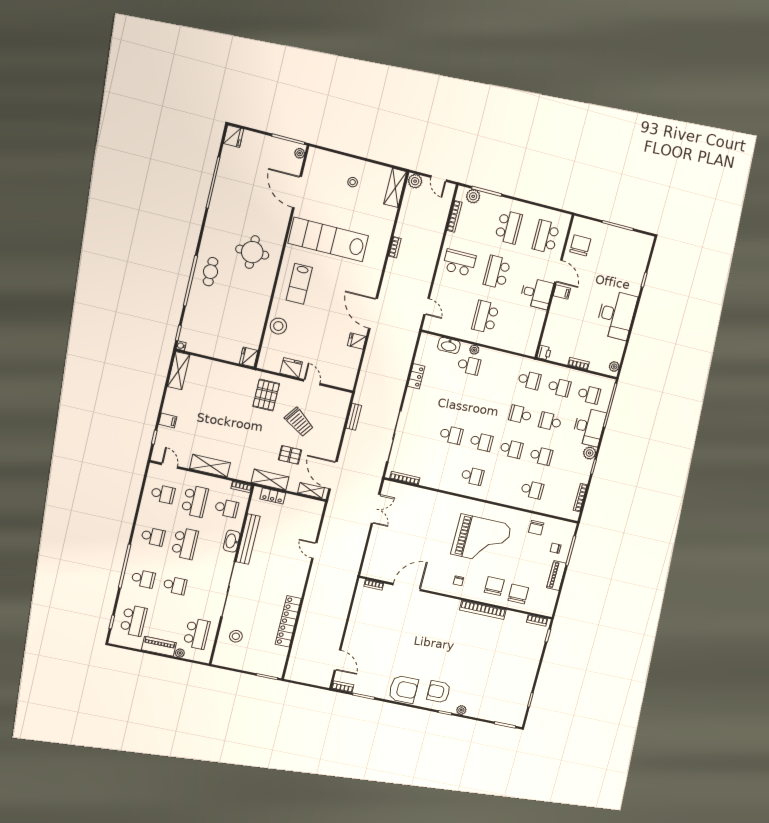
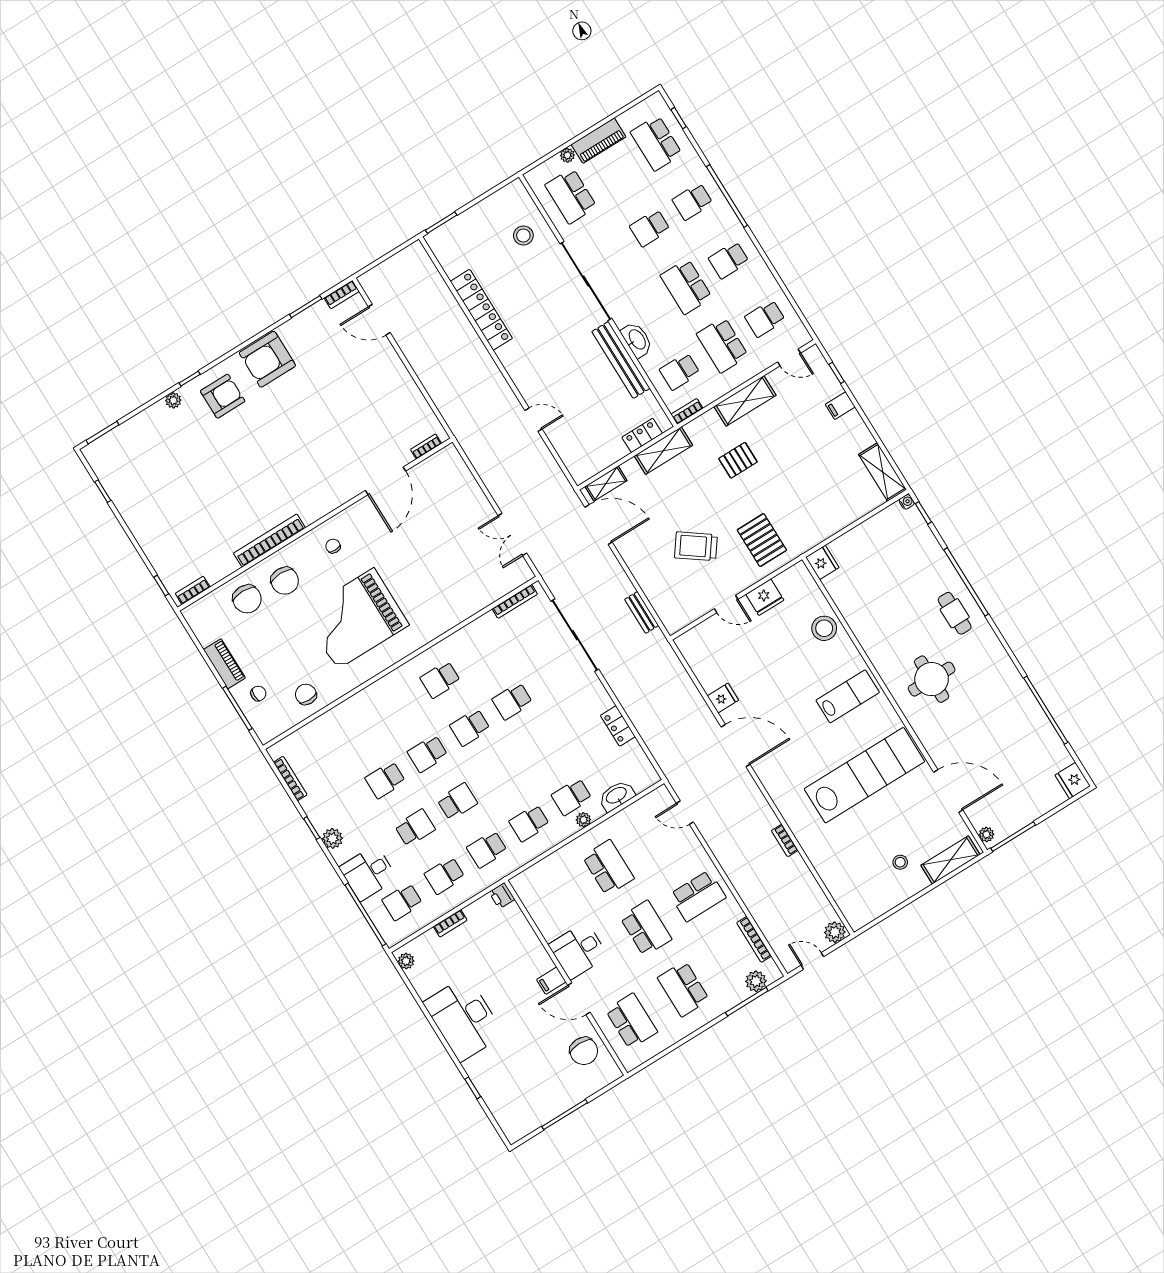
shelving: (395, 188) -> (950, 860), moved, turned 90
lab bench: (299, 284) -> (848, 696), turned 90
desk: (589, 427) -> (368, 873), width x0.73
pallet: (290, 455) -> (738, 460), moved
school desk: (532, 490) -> (529, 823), moved

